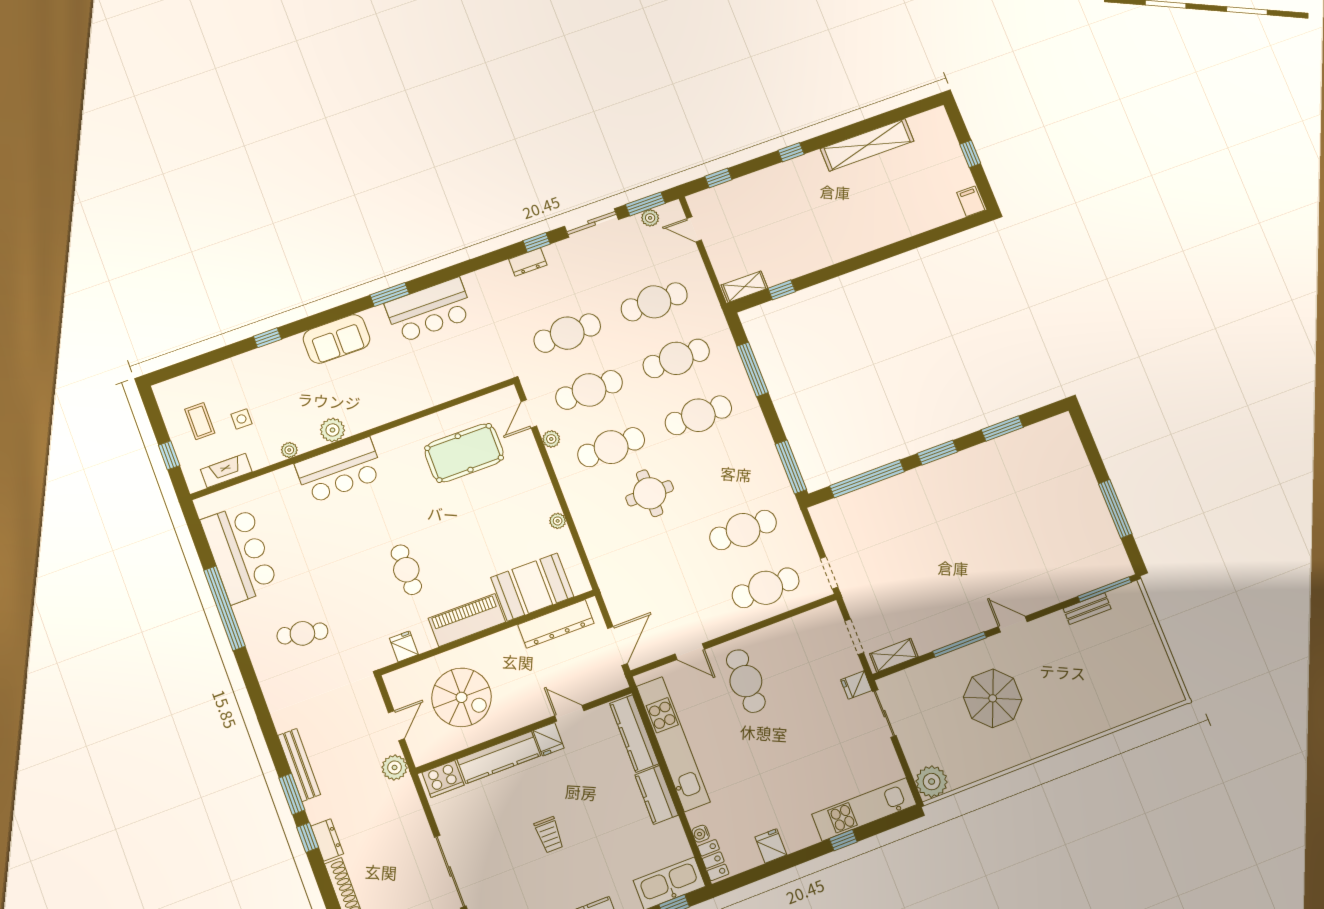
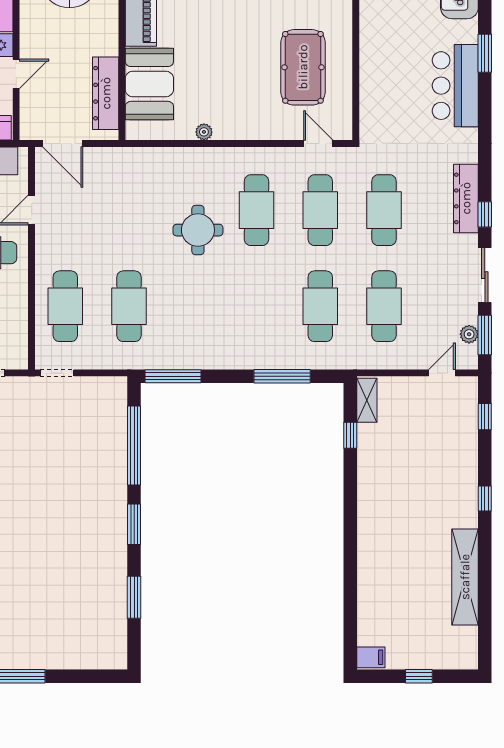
dresser: (528, 262) -> (466, 198), width x1.96, depth x1.24
cafe table: (698, 415) -> (257, 306), removed
plant: (551, 439) -> (286, 156), removed

